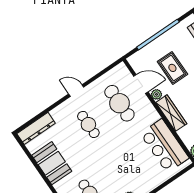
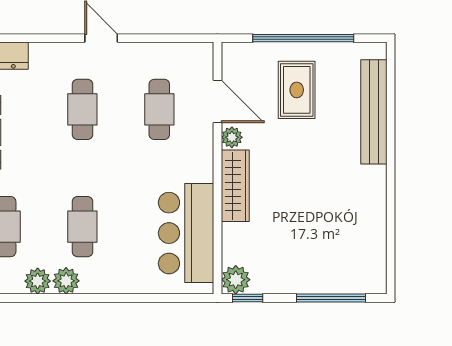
rug: (172, 68) -> (297, 90), moved
cafe table: (119, 103) -> (159, 109), width x0.73, depth x0.74
cafe table: (121, 172) -> (82, 227), added

